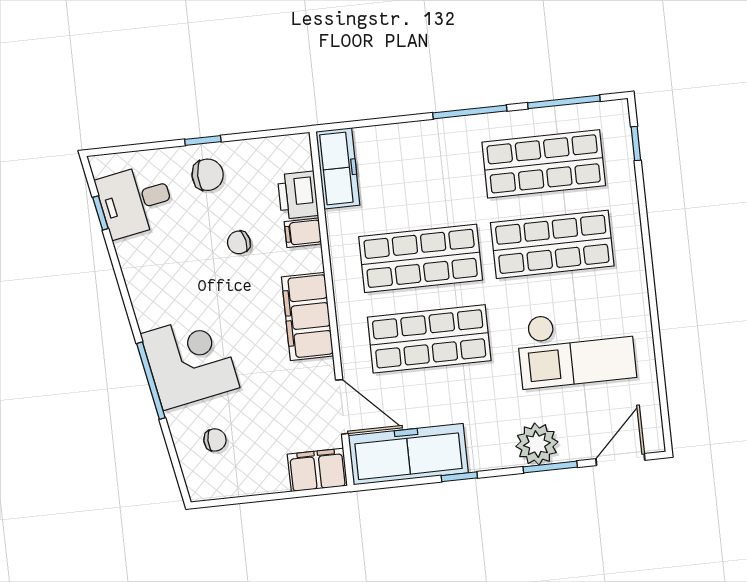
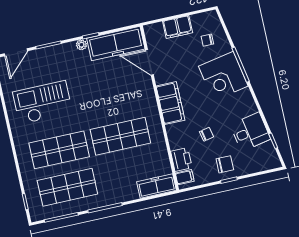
freezer: (338, 168) -> (156, 186), moved, turned 90
chair: (208, 175) -> (225, 164), turned 180
desk: (136, 201) -> (250, 132), moved
filing cabinet: (303, 233) -> (185, 177), moved
shop shelf: (429, 339) -> (112, 99), removed
plant: (537, 444) -> (81, 45), moved, width x0.53, depth x0.53
filing cabinet: (317, 470) -> (178, 27), moved

